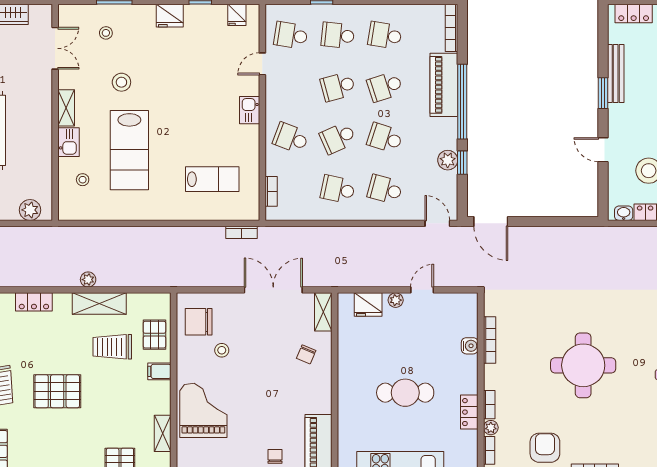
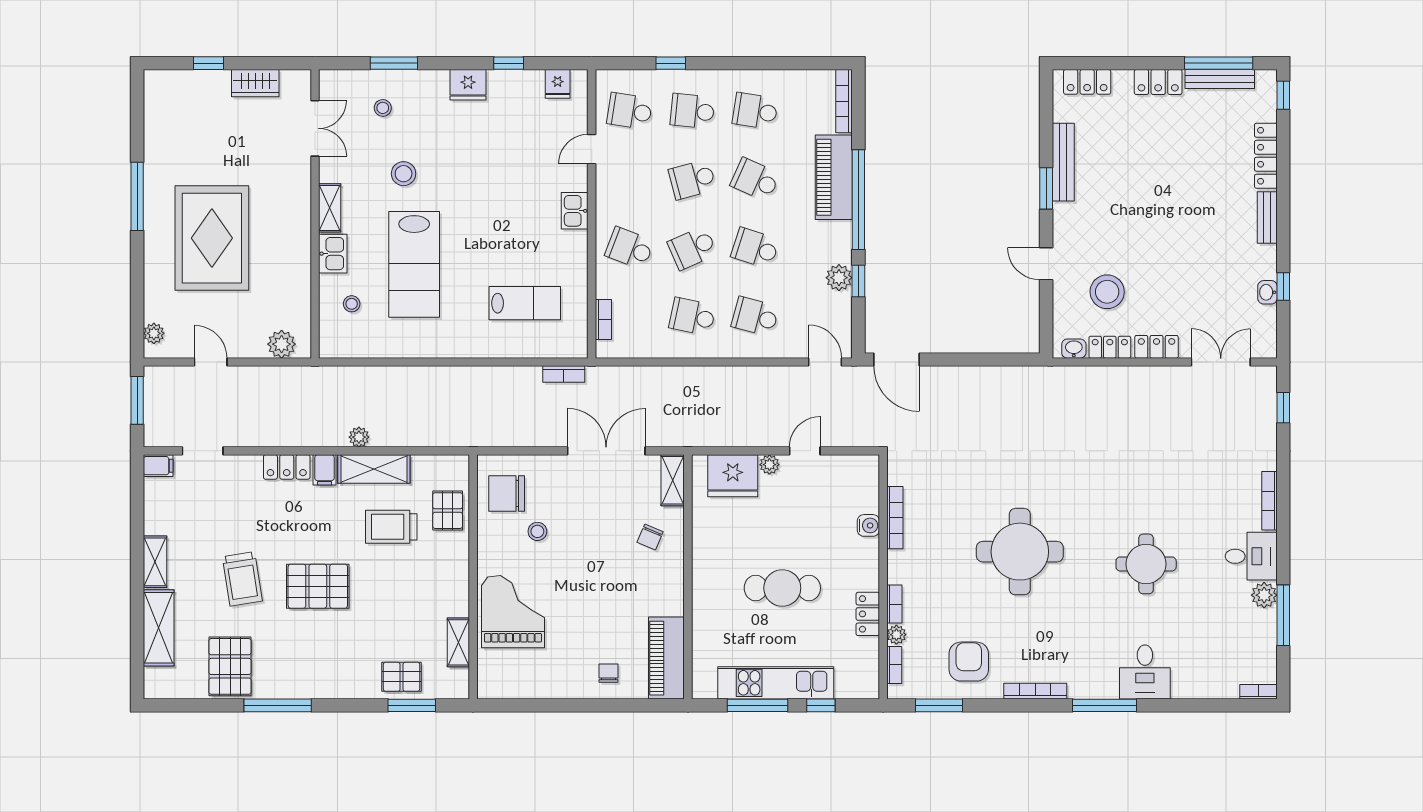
school desk: (385, 87) -> (755, 180), turned 42
fridge: (368, 304) -> (733, 476), width x1.36, depth x1.34
filing cabinet: (159, 371) -> (324, 470), moved, turned -90

